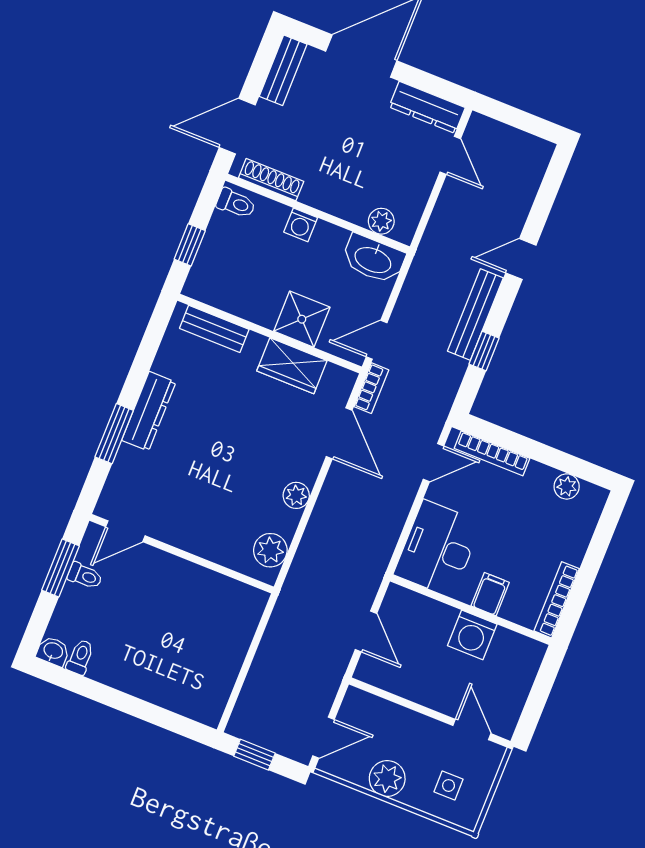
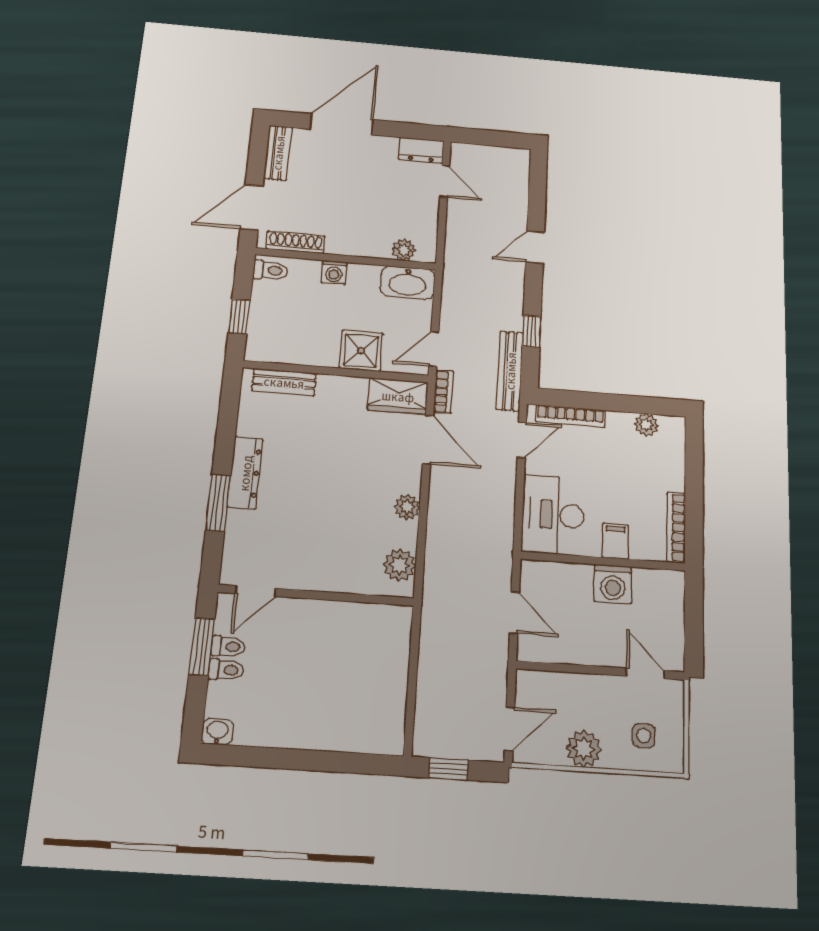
dresser: (427, 107) -> (421, 150), width x0.70
bench: (475, 314) -> (510, 371), moved
wardrobe: (292, 366) -> (398, 396), moved
toilet: (80, 657) -> (226, 670), moved, turned 90

